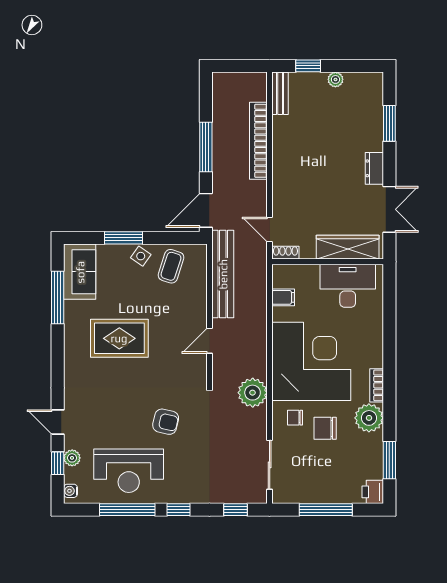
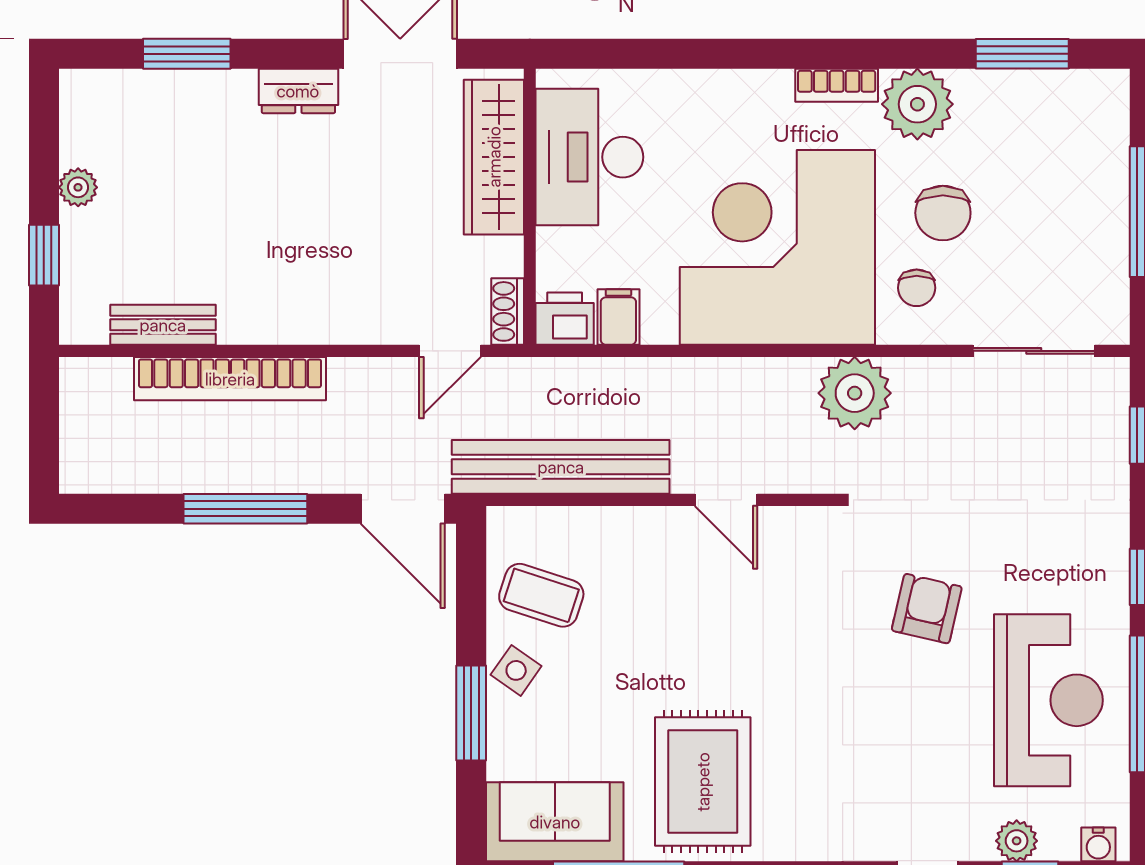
bench: (280, 93) -> (163, 325), moved
rug: (119, 338) -> (703, 782), moved
printer: (373, 492) -> (565, 319), moved, turned 180

